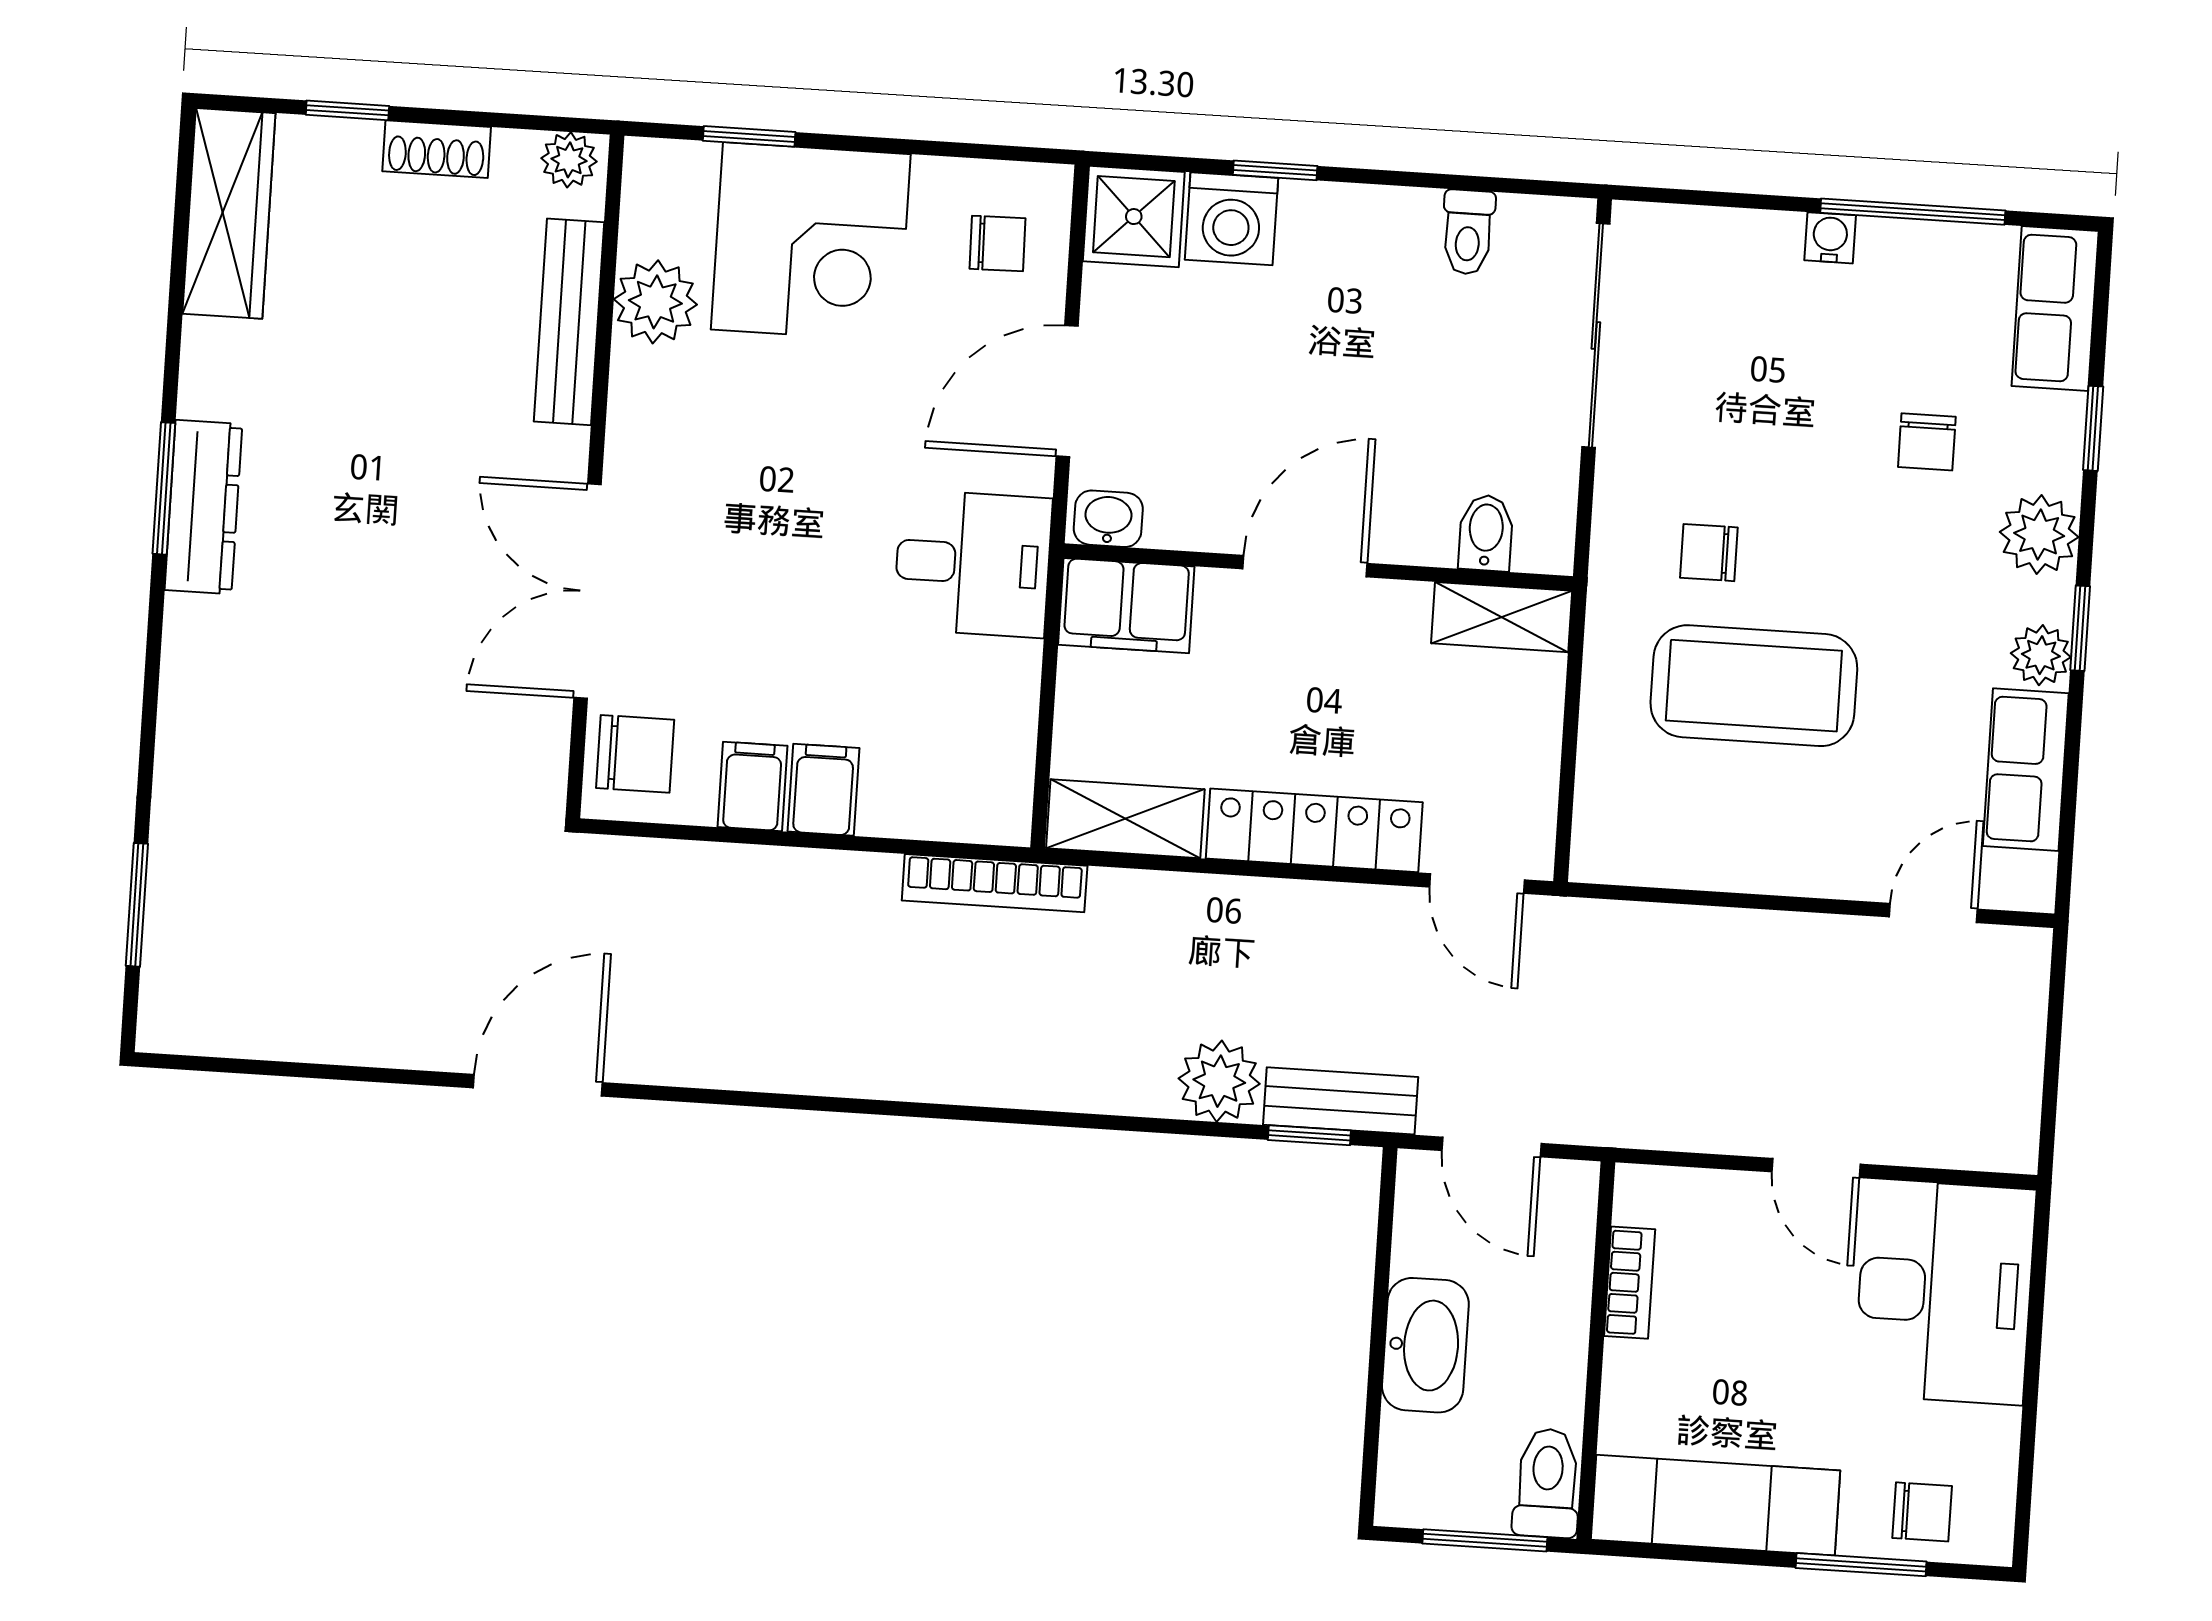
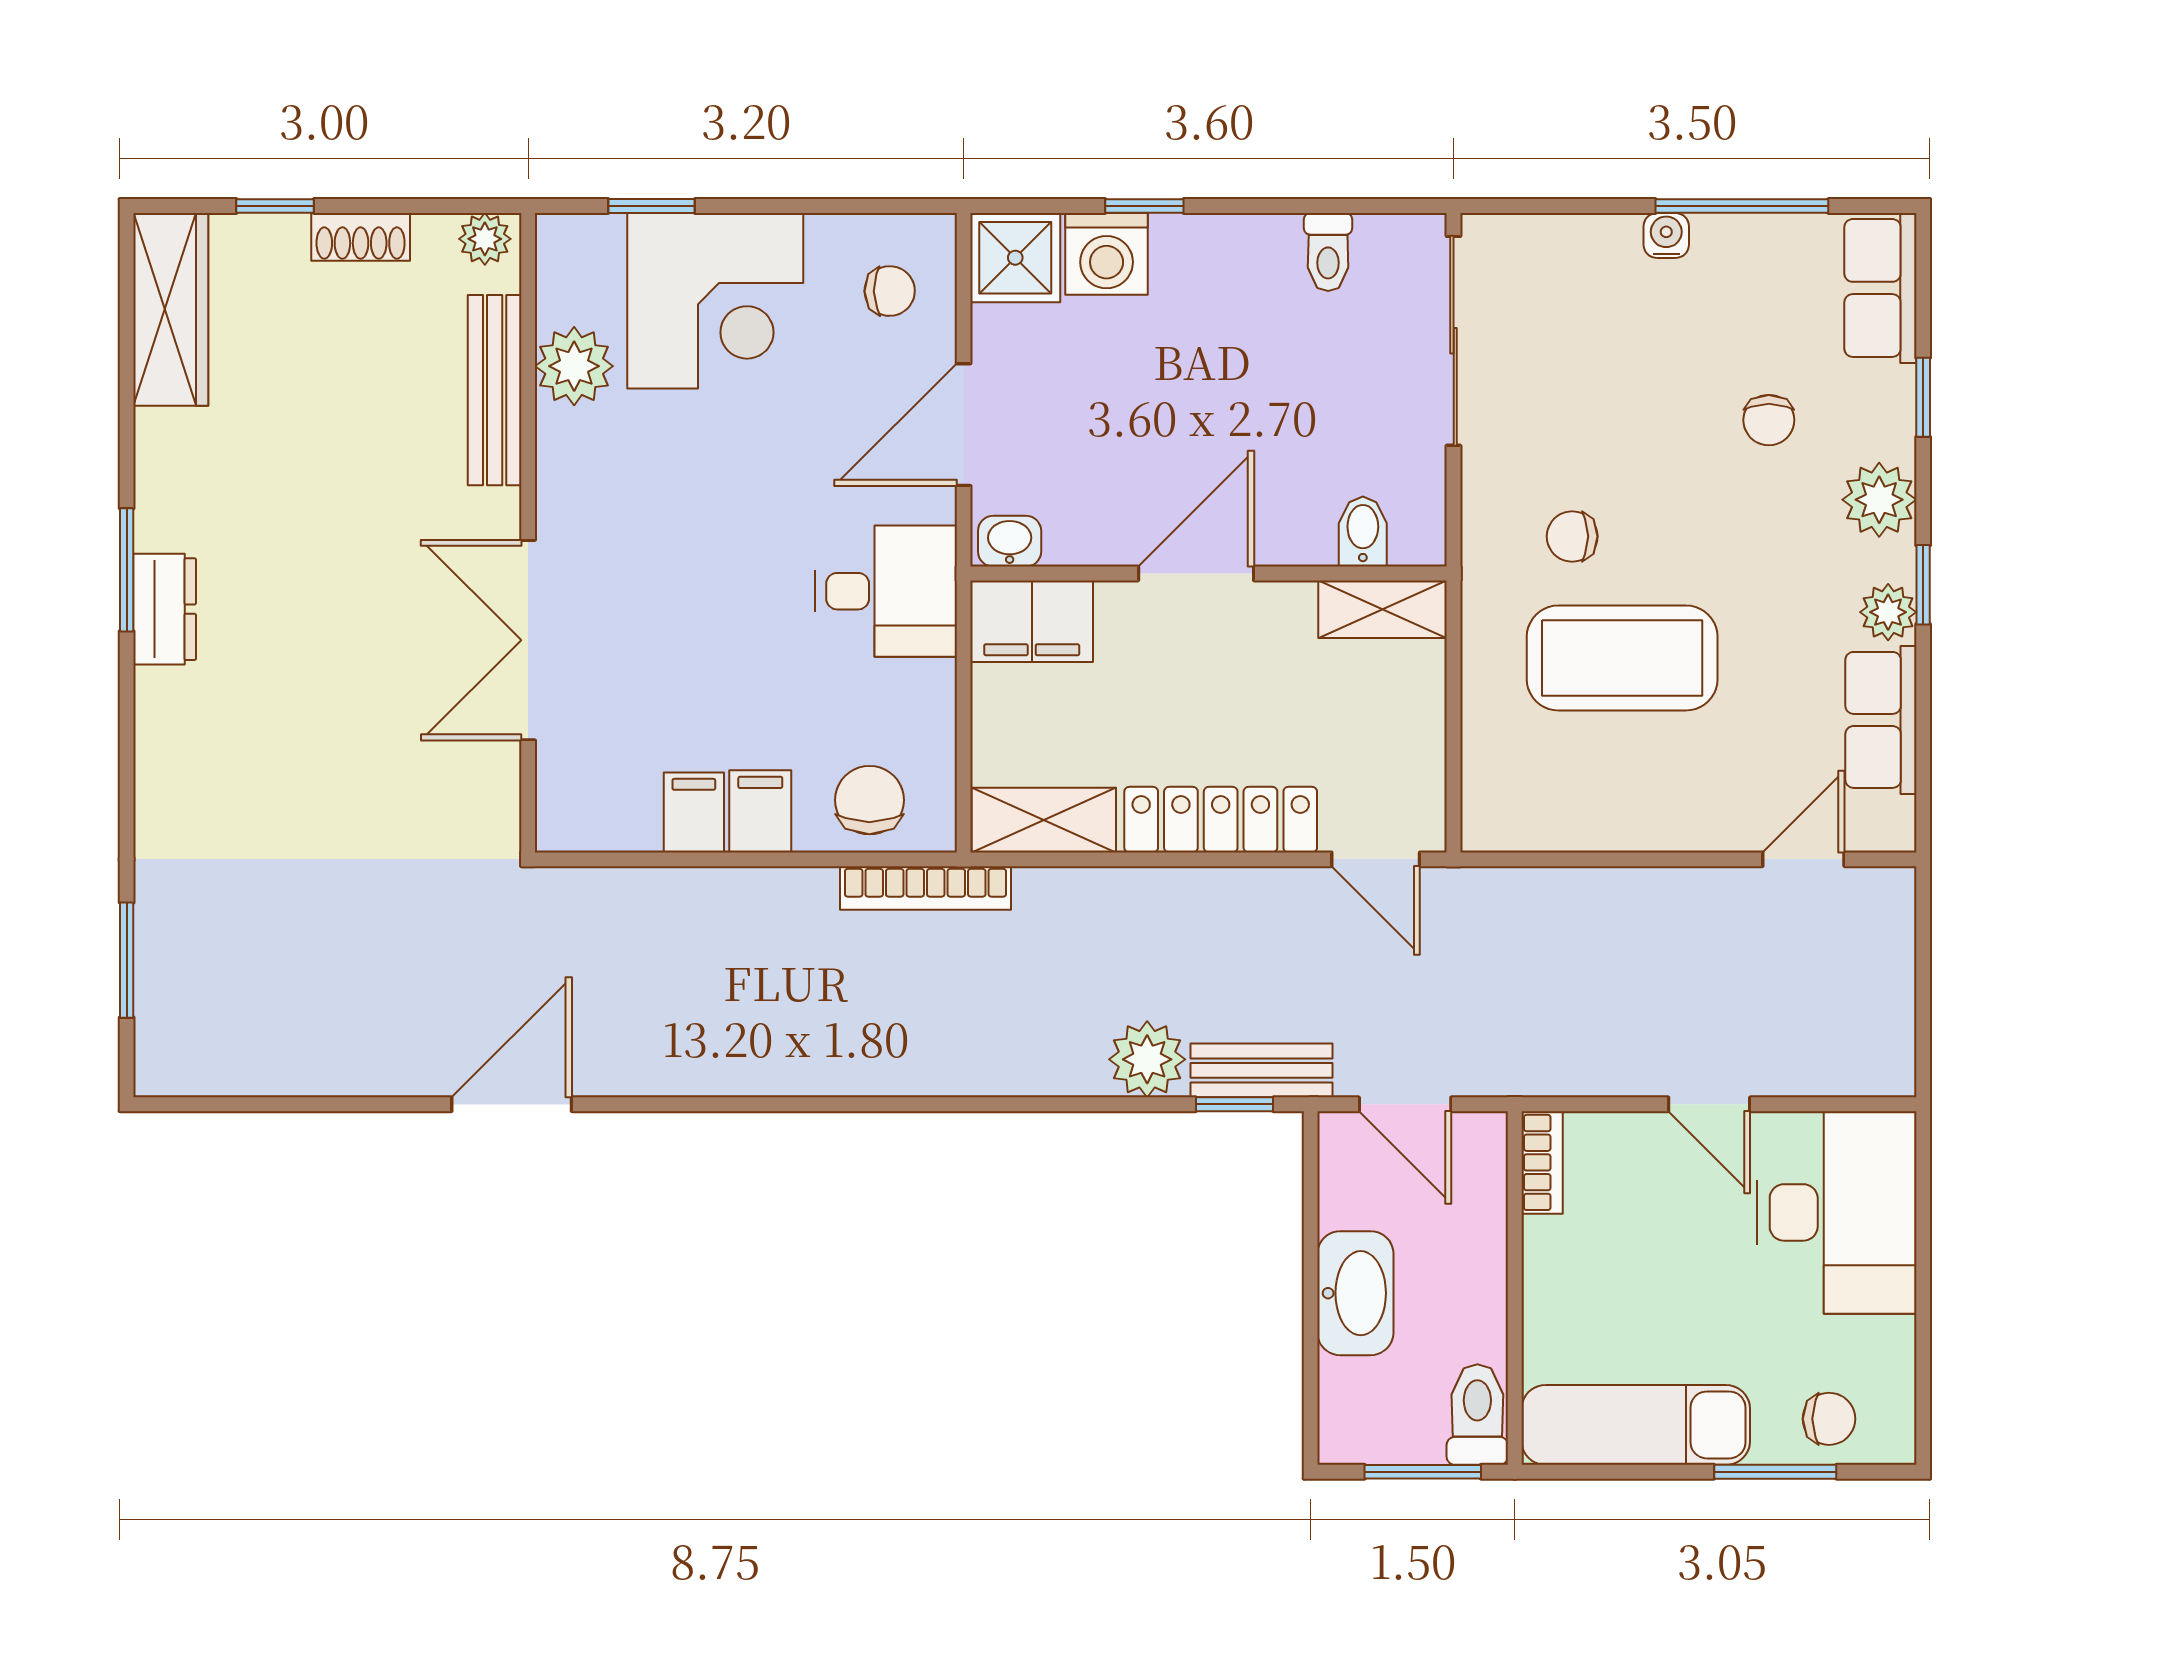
dresser: (203, 507) -> (165, 609), width x0.70
chair: (635, 754) -> (869, 800), moved, turned -90
bookcase: (1630, 1283) -> (1542, 1162), moved

